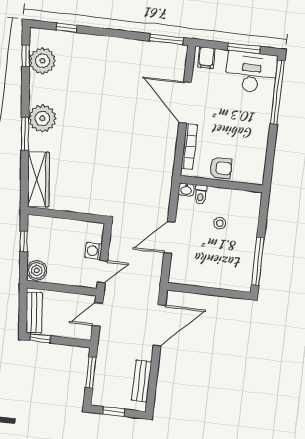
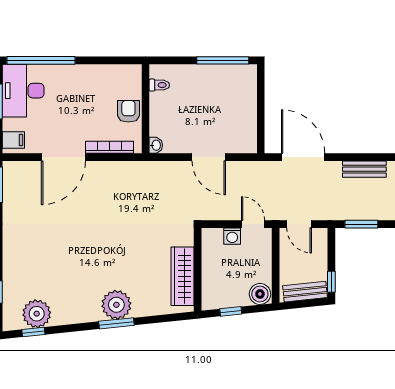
plant: (42, 118) -> (116, 305), moved
wardrobe: (38, 179) -> (183, 276), moved, turned -84
toilet: (201, 195) -> (159, 85), moved
stool: (220, 223) -> (187, 106), removed

